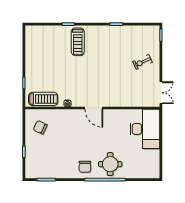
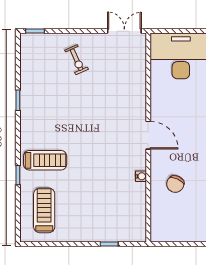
treadmill: (43, 99) -> (44, 210), moved
door: (94, 108) -> (148, 135), hinge flipped
chair: (40, 127) -> (175, 184), moved

